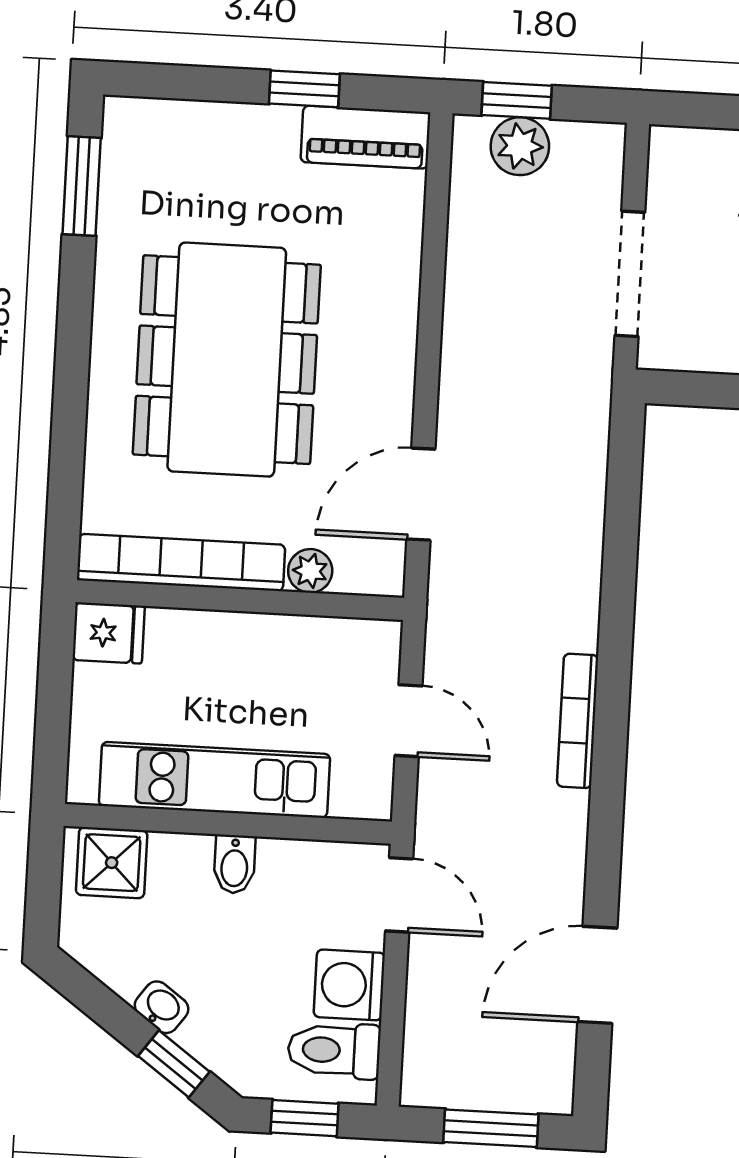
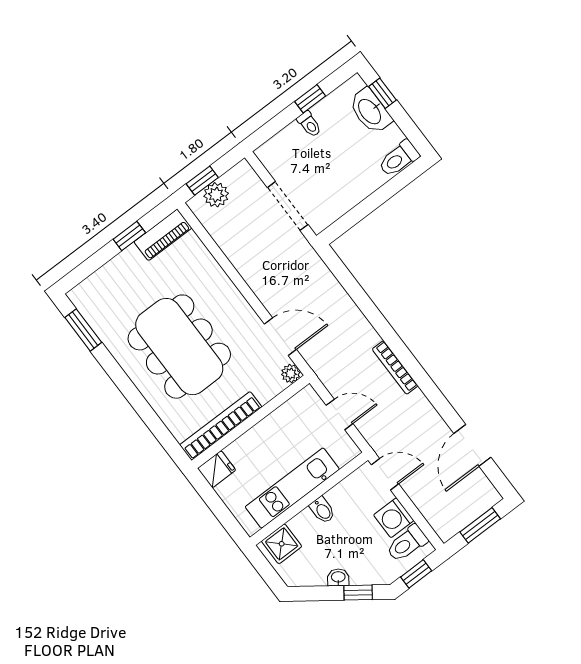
door: (421, 494) -> (280, 337), swing flipped
plant: (310, 571) -> (291, 374), moved

